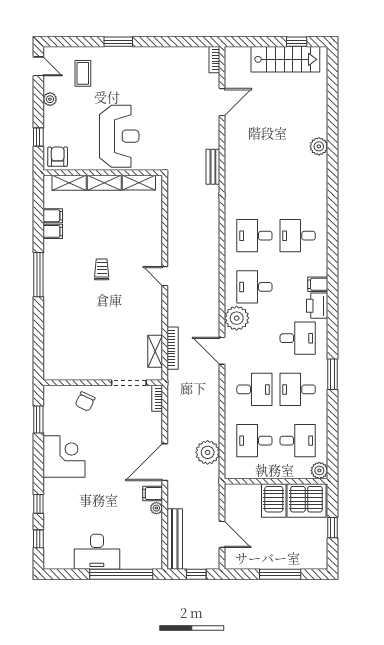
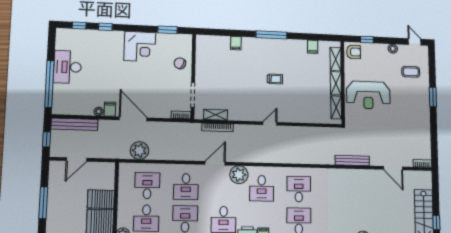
door: (38, 66) -> (415, 42), swing flipped
bench: (213, 167) -> (352, 160), width x1.36
filing cabinet: (53, 231) -> (236, 43), moved
desk: (254, 287) -> (262, 188), turned 180

